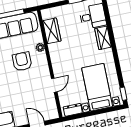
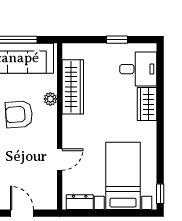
wardrobe: (52, 31) -> (73, 87), width x1.50
armchair: (22, 61) -> (19, 114), turned -94

